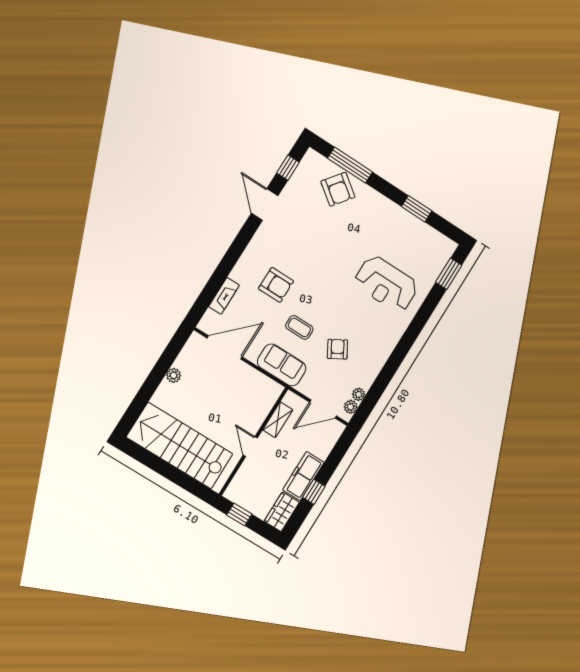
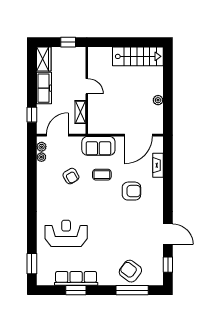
row of seats: (408, 223) -> (76, 278), added
armchair: (276, 285) -> (131, 191), turned 180
stairs: (180, 446) -> (138, 56), width x0.73, depth x0.66
window: (314, 492) -> (32, 115), moved

